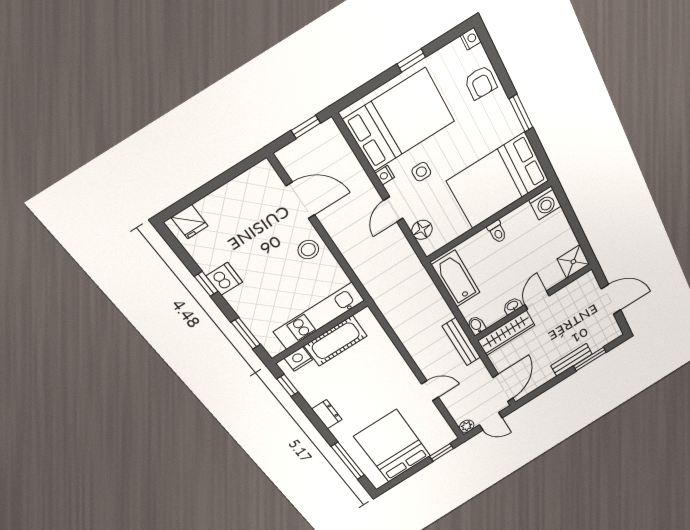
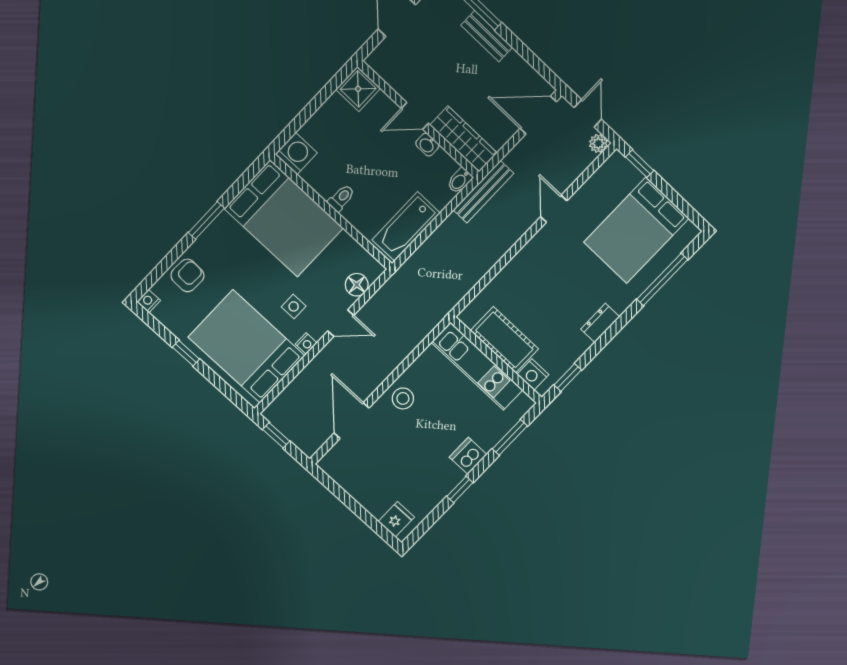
dishwasher: (224, 279) -> (468, 456), moved

